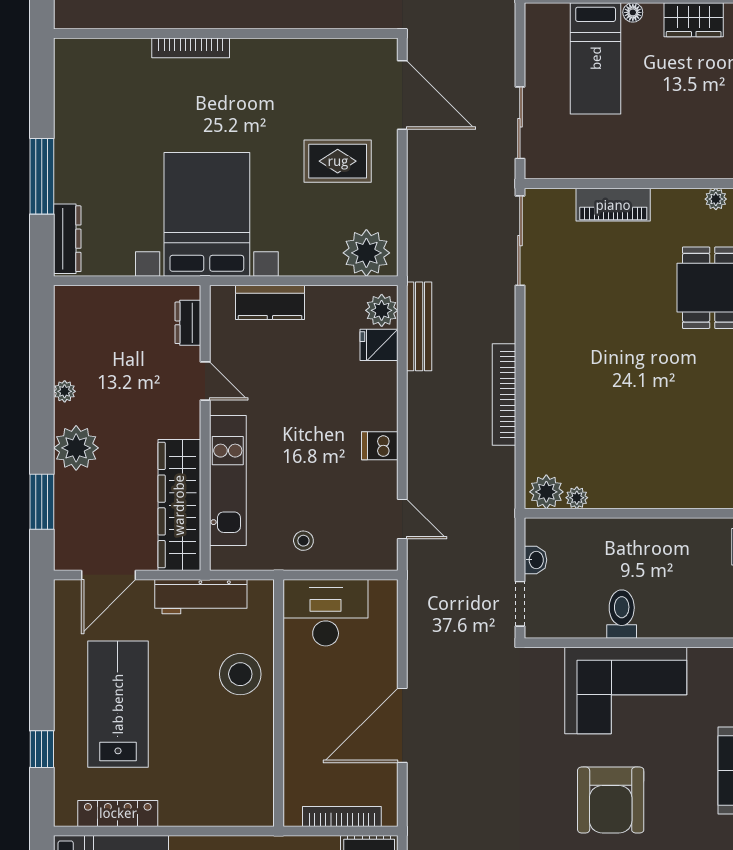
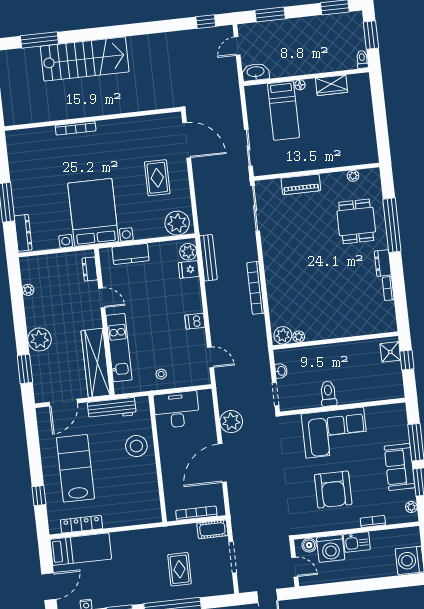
rug: (338, 161) -> (157, 178), turned 90
plant: (65, 391) -> (28, 290), moved
plant: (428, 647) -> (231, 422), added

